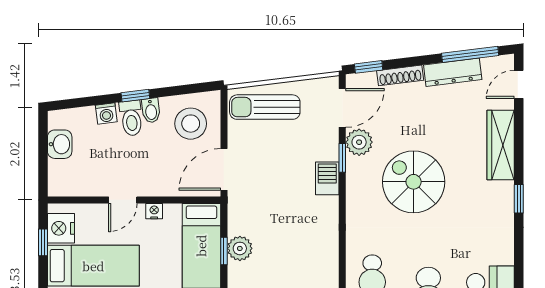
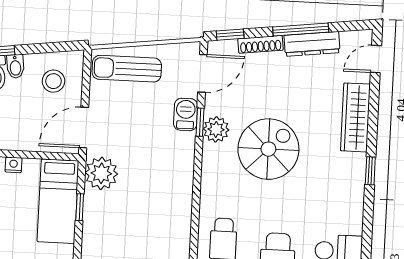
window: (470, 54) -> (301, 30), moved
stool: (191, 124) -> (53, 81), width x0.73, depth x0.73
plant: (359, 142) -> (216, 129), moved
barbecue: (327, 178) -> (186, 114), moved
spiral stairs: (414, 182) -> (268, 149), turned 90
plant: (240, 248) -> (101, 173), moved, width x1.36, depth x1.36

